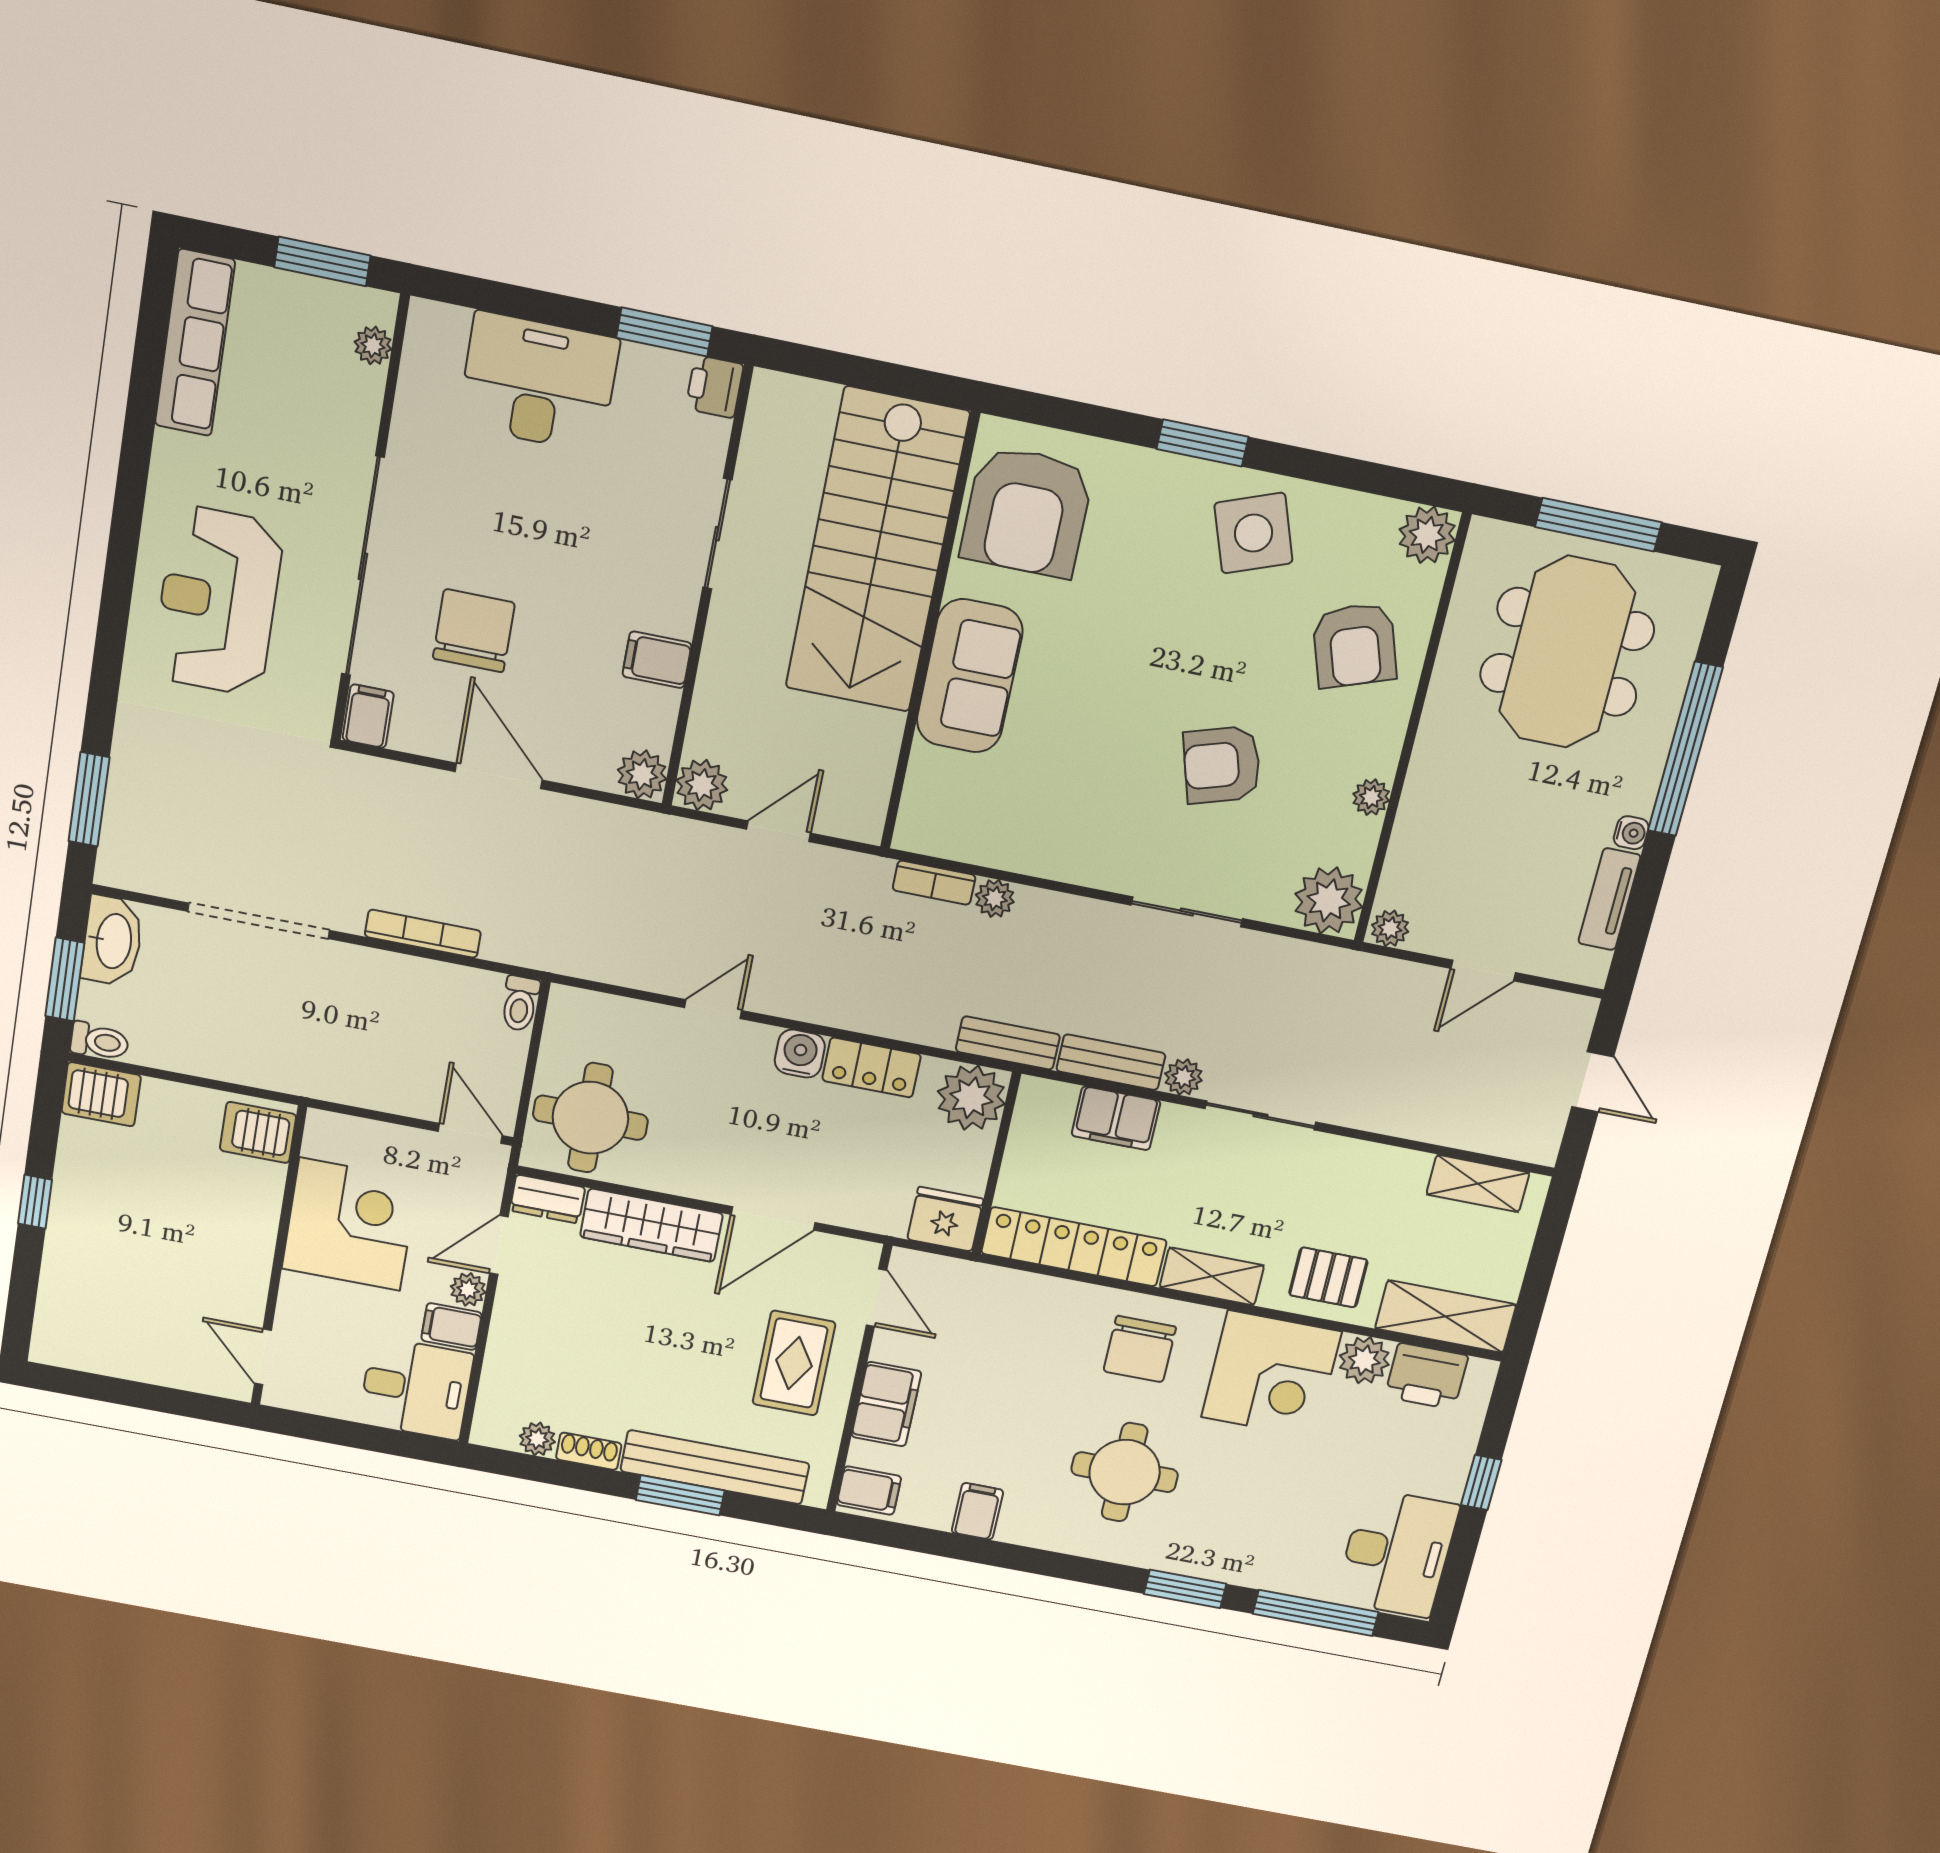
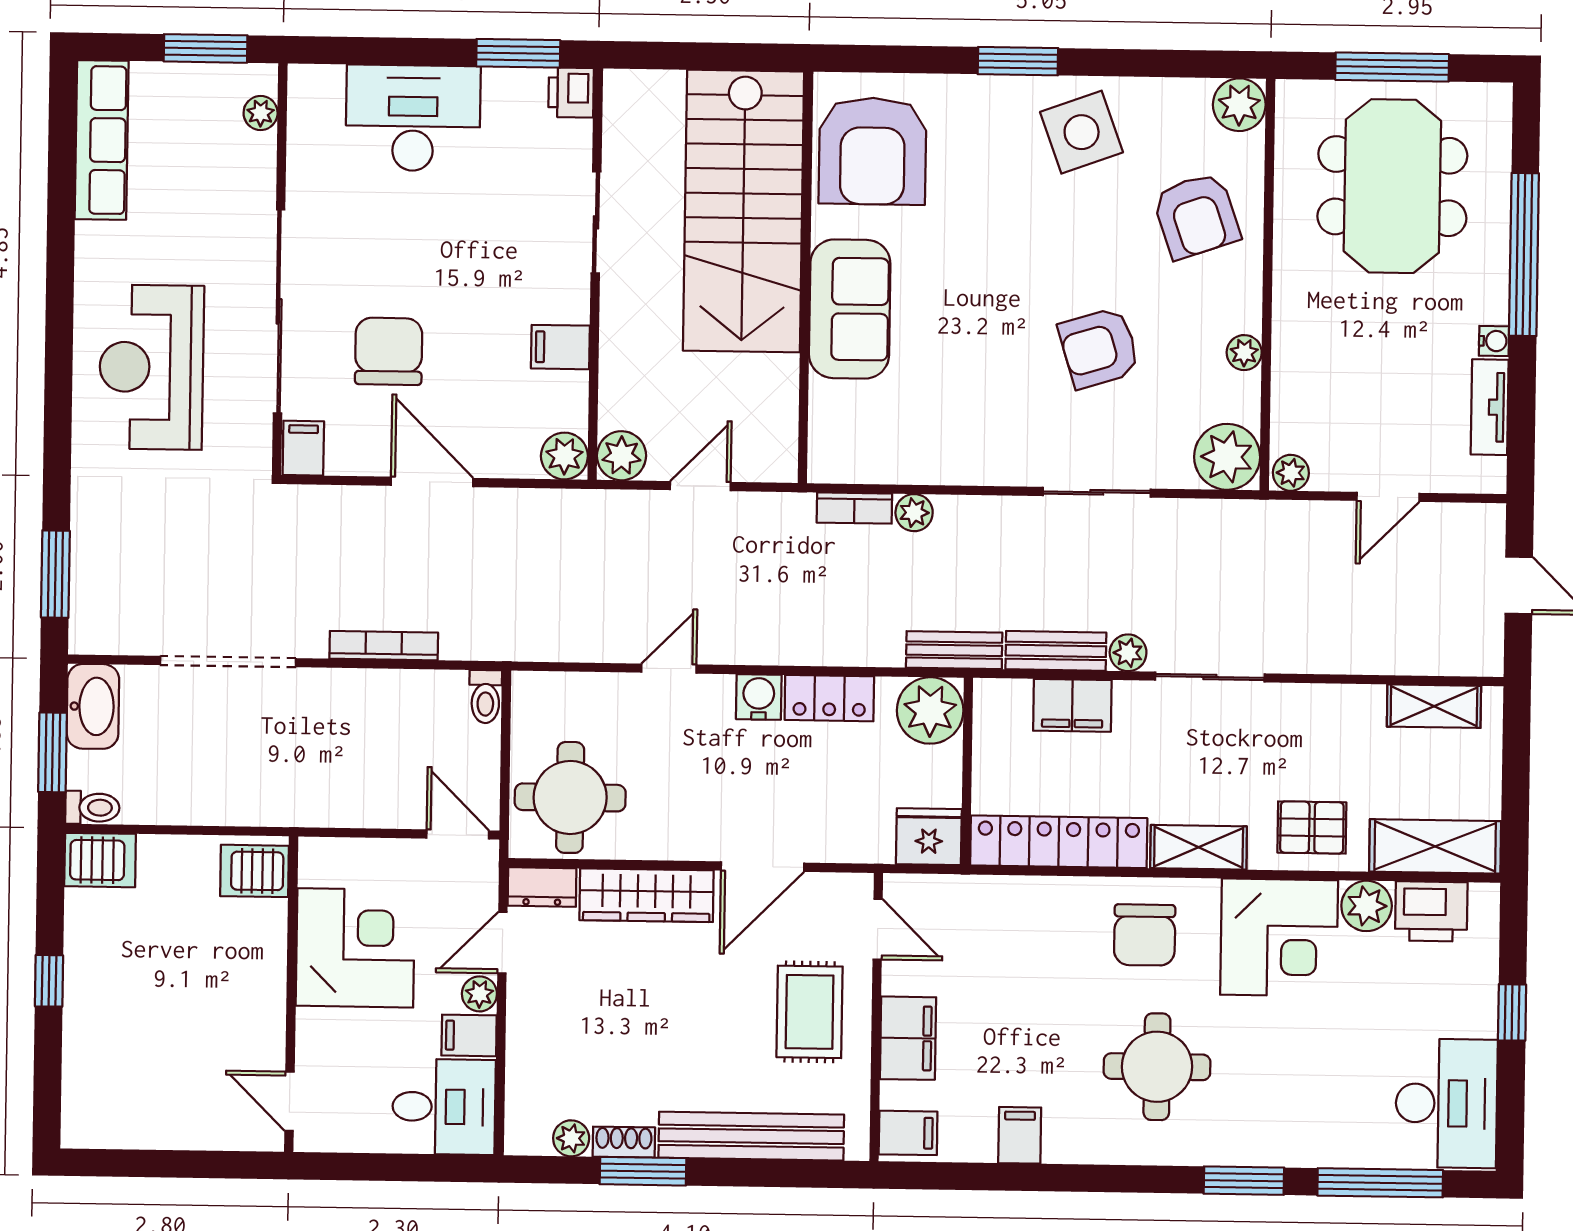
window: (680, 1495) -> (643, 1171), moved

